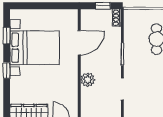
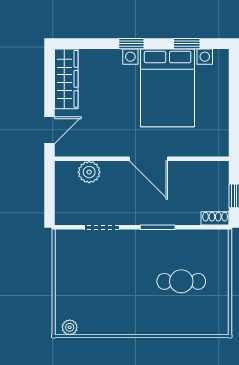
door: (79, 43) -> (148, 159), moved
plant: (88, 80) -> (89, 172), moved

